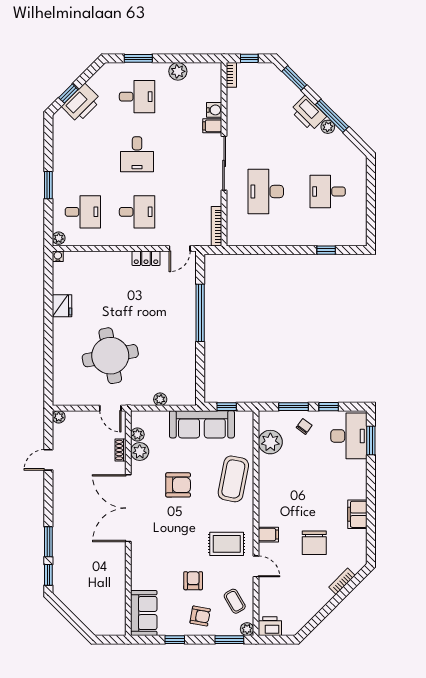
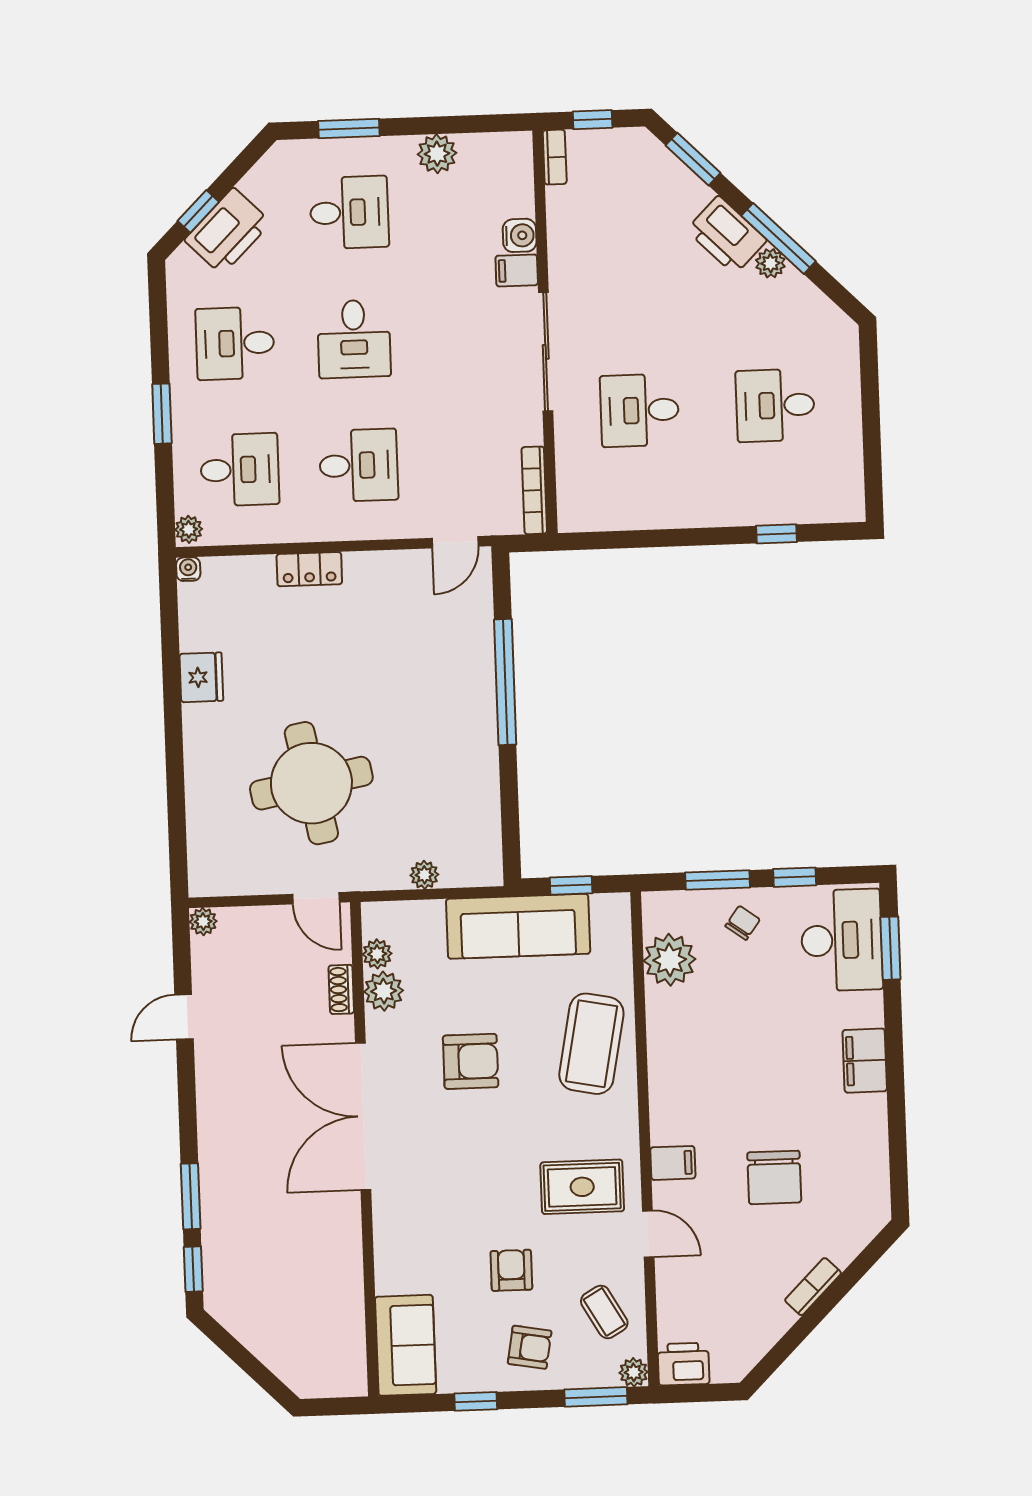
desk: (83, 154) -> (235, 343), added
desk: (266, 192) -> (640, 410), width x0.73
locker: (146, 258) -> (309, 569), moved
filing cabinet: (357, 514) -> (865, 1061), moved
bookcase: (342, 581) -> (813, 1287), moved

